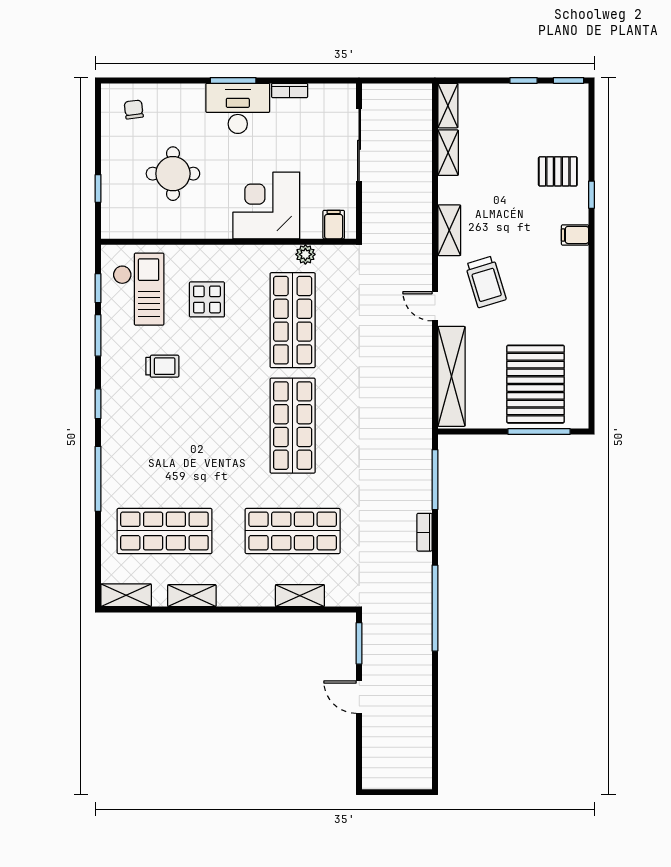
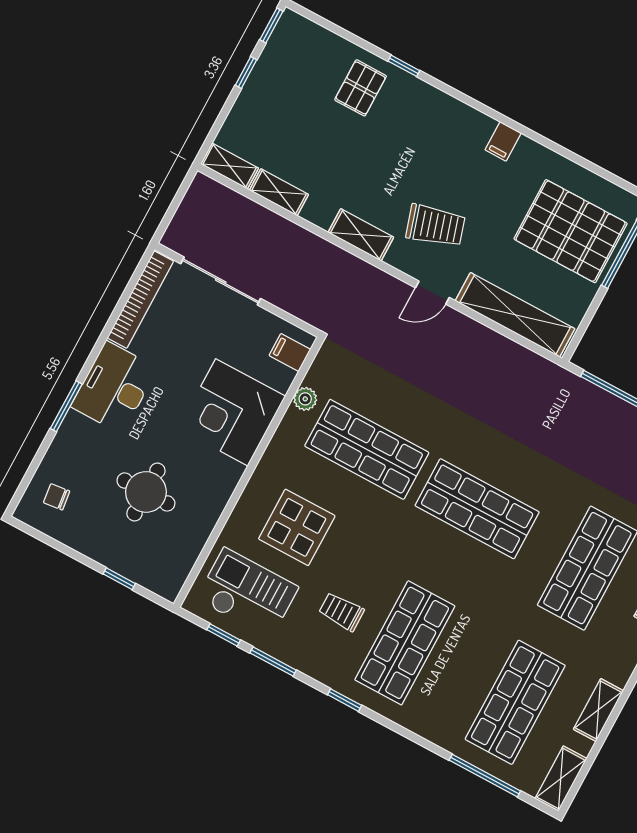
window: (233, 80) -> (66, 406), moved
bookcase: (290, 90) -> (140, 300), width x2.31, depth x1.31
filing cabinet: (575, 235) -> (503, 141), moved
display table: (207, 299) -> (297, 527), width x1.36, depth x1.36
trolley: (162, 366) -> (341, 612), turned -90
shop shelf: (164, 426) -> (405, 643), added
window: (98, 479) -> (485, 776), moved

